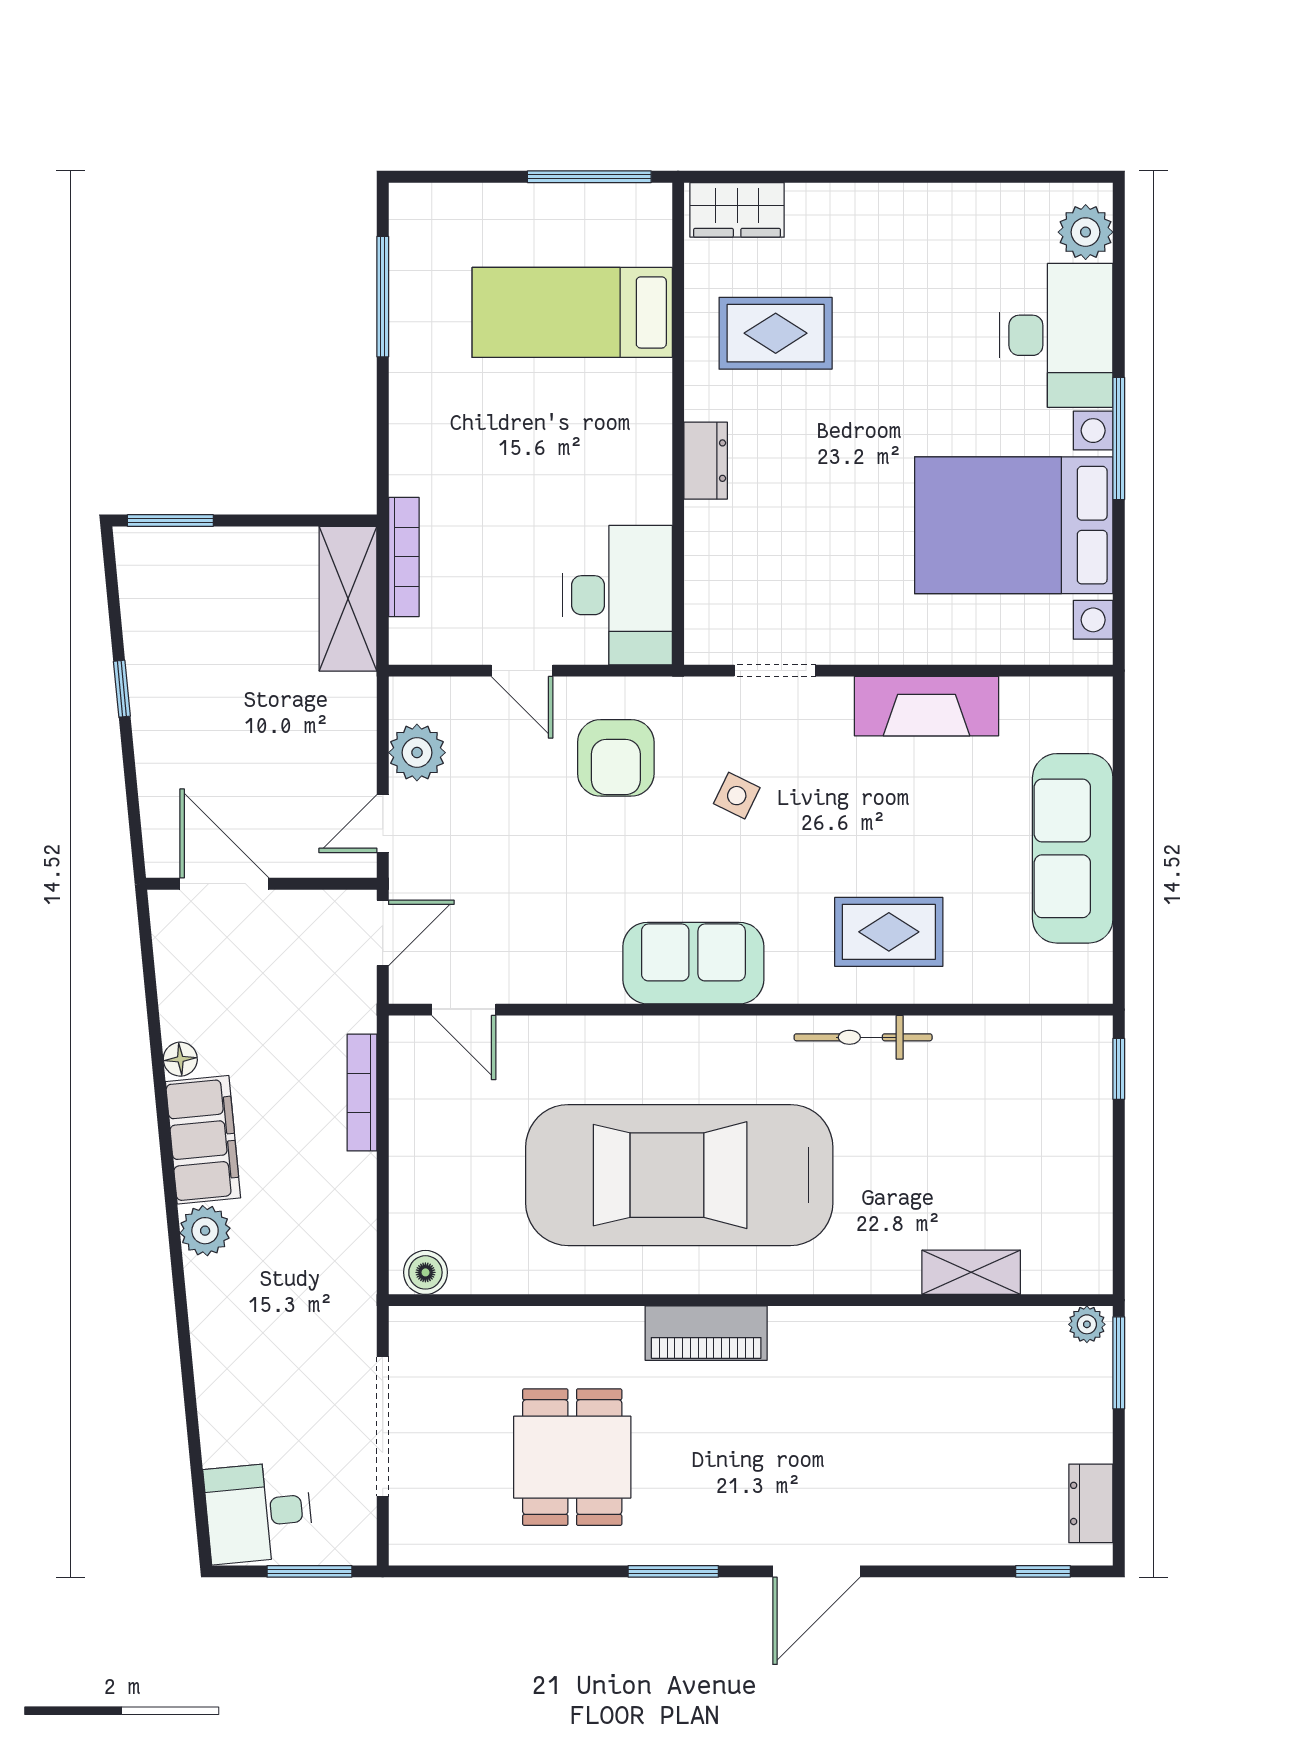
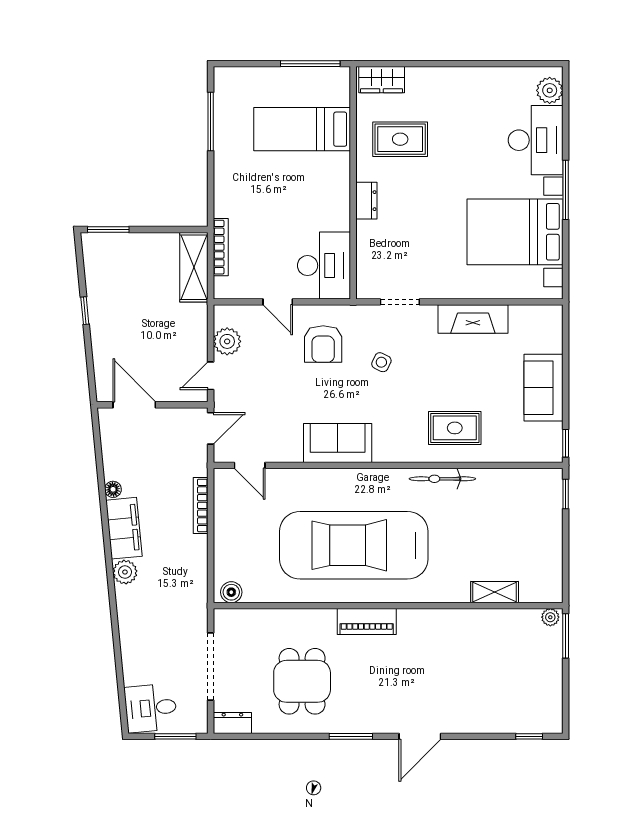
sofa: (1073, 848) -> (543, 388), width x0.73
sofa: (693, 963) -> (338, 443), moved
window: (1119, 964) -> (566, 443), added
dresser: (1091, 1503) -> (232, 723), moved, turned 90

